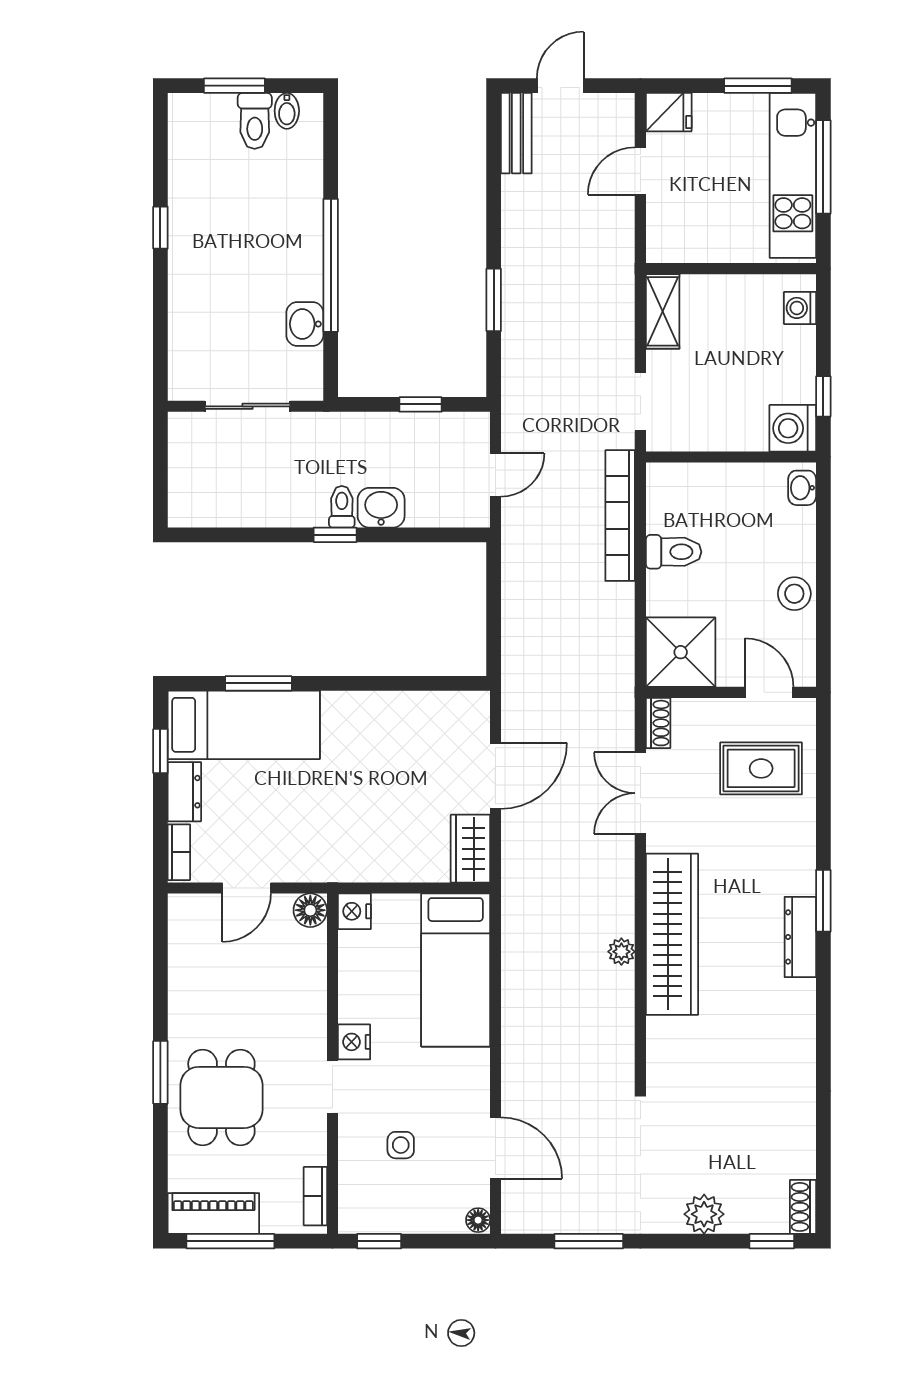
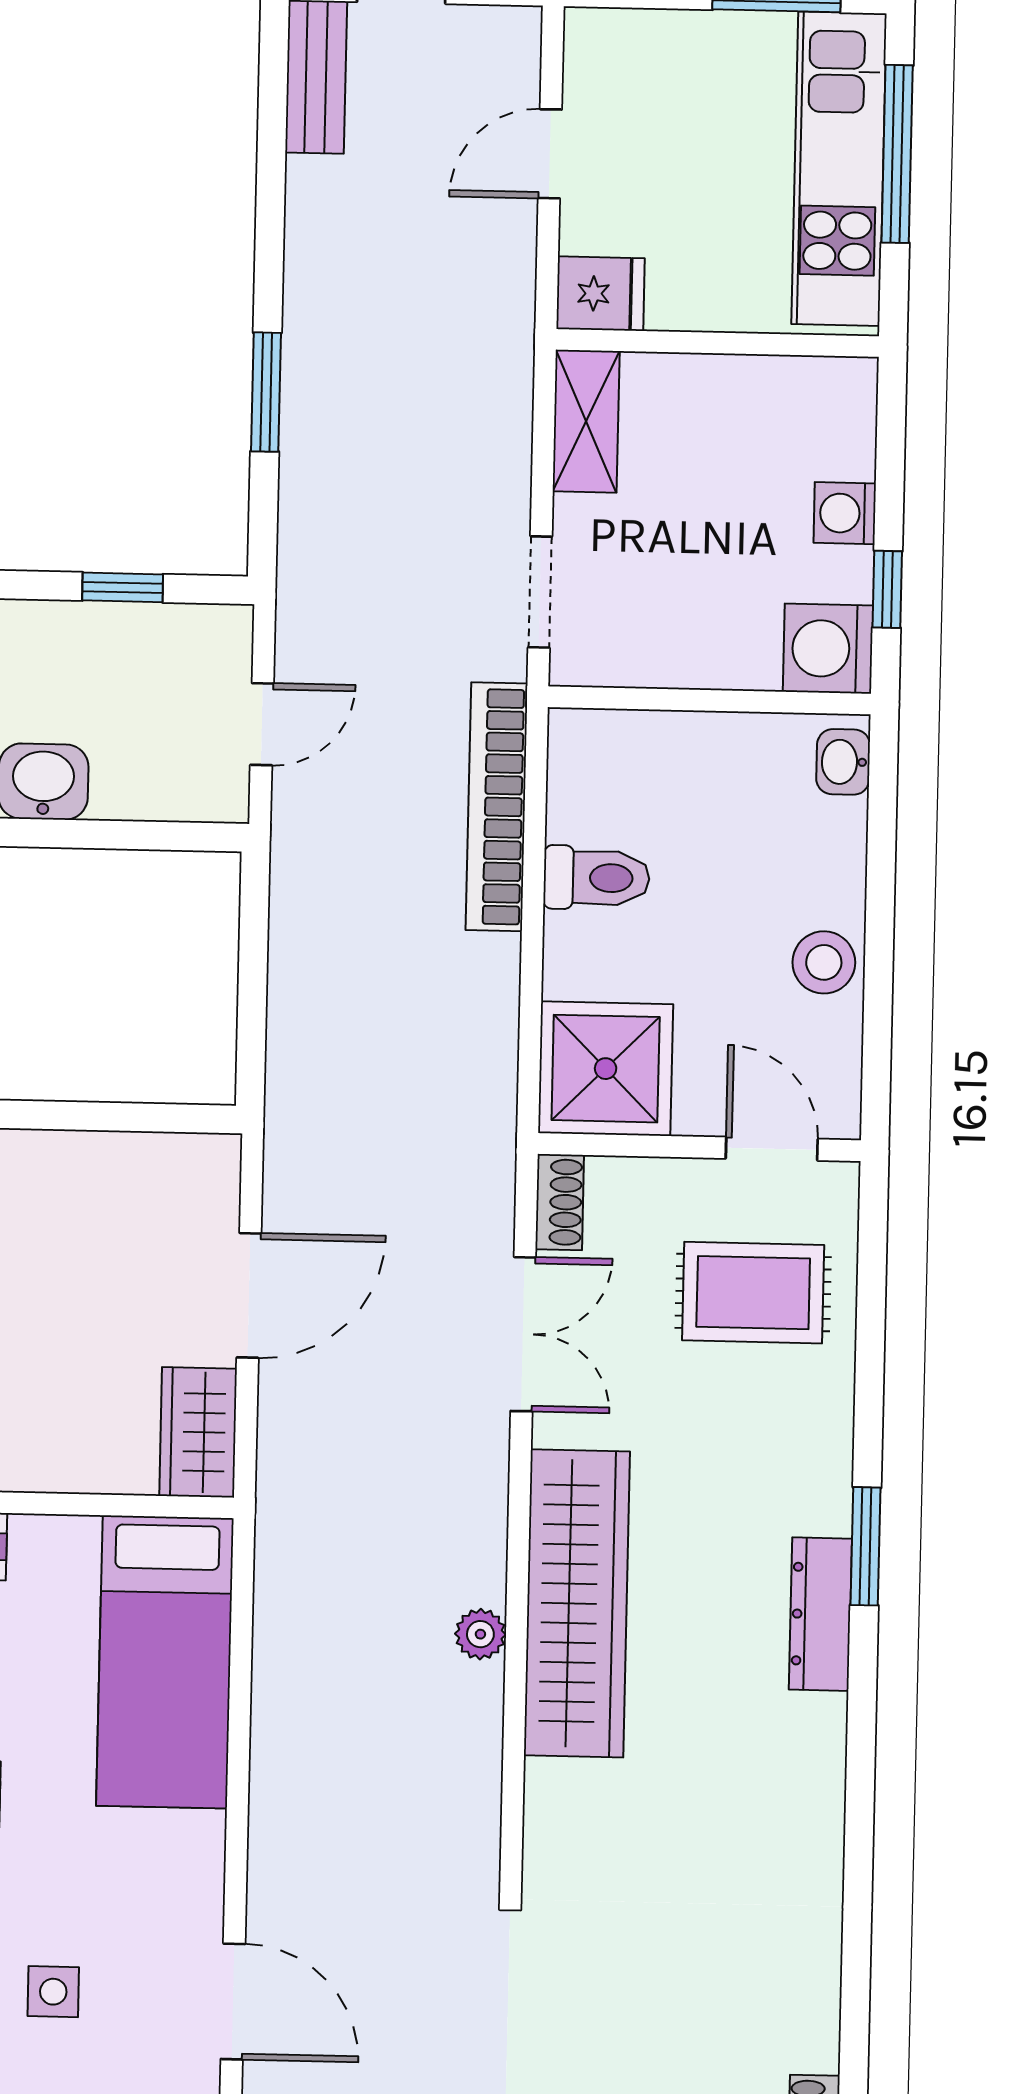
fridge: (669, 112) -> (600, 294), moved
washing machine: (800, 308) -> (845, 513), moved
double door: (640, 793) -> (523, 1334), swing flipped

